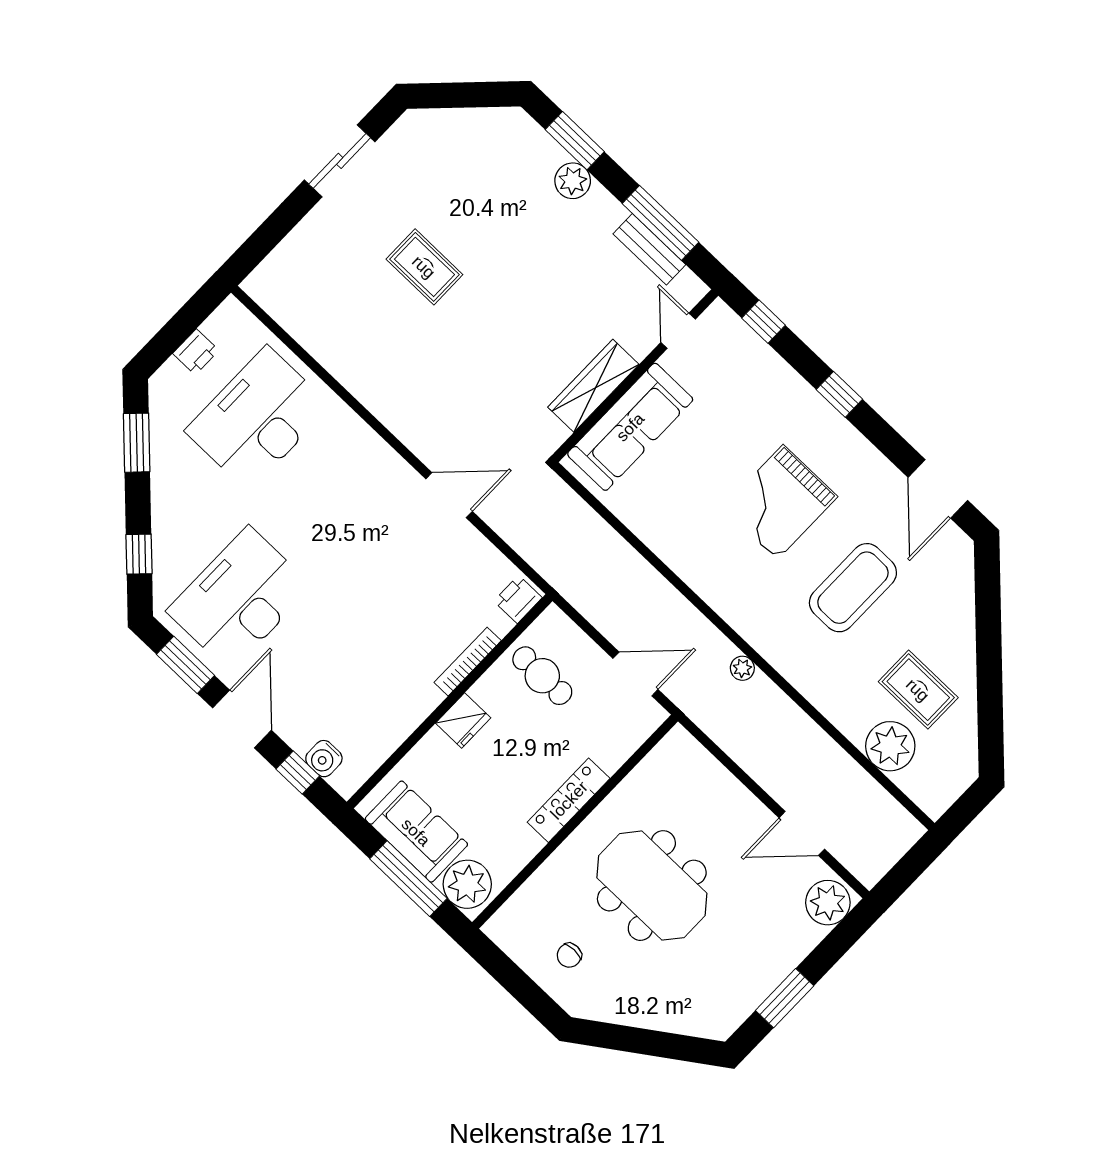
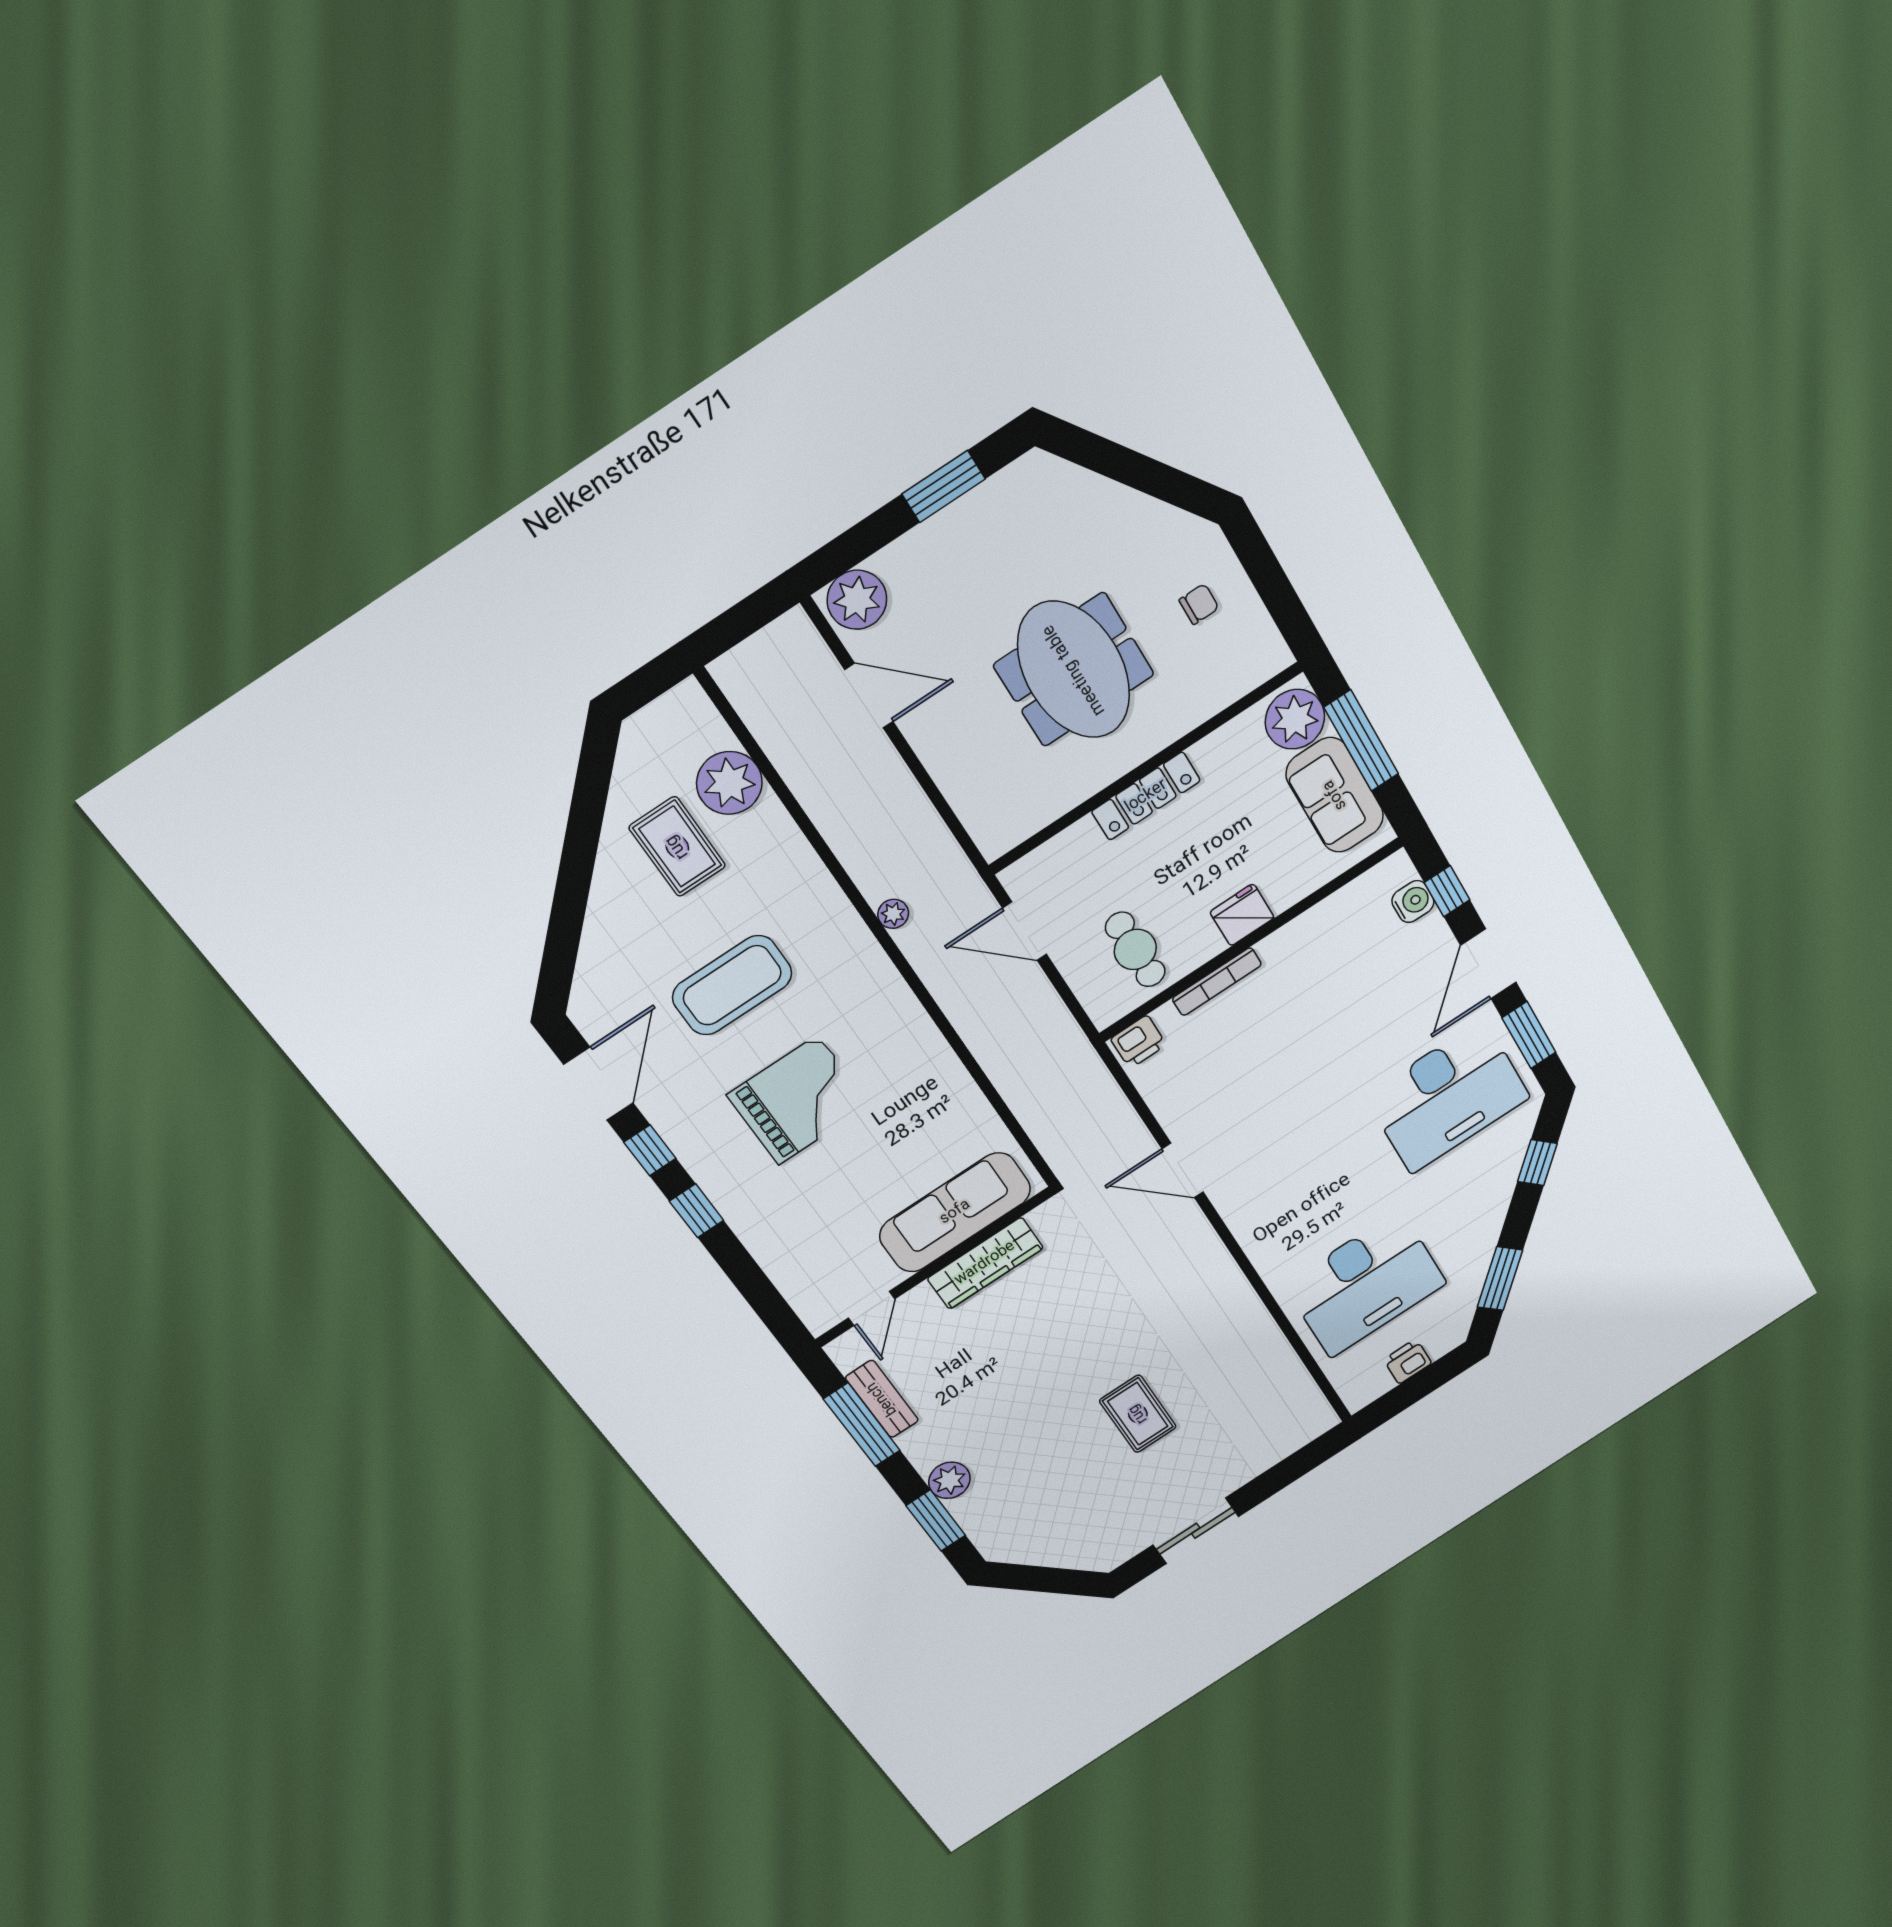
window: (764, 322) -> (650, 1150), moved

